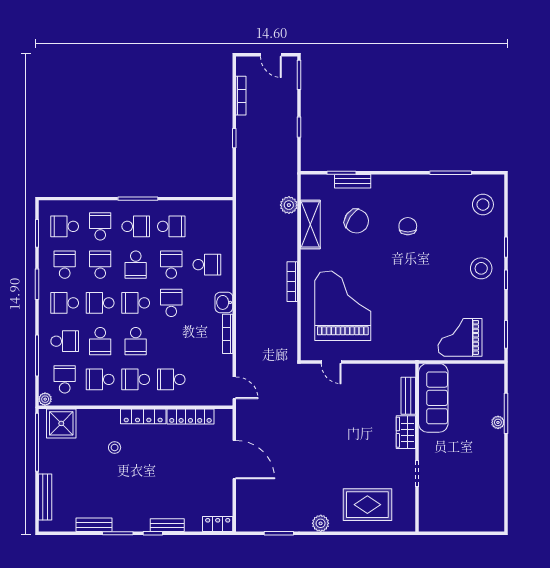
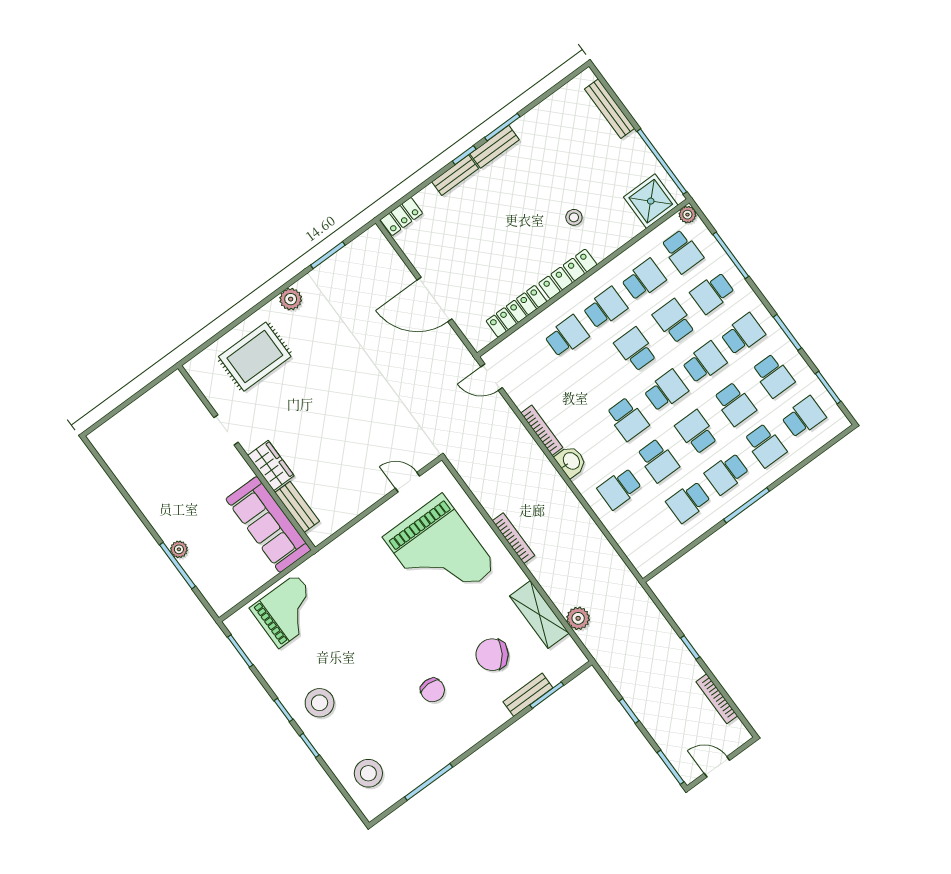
bench: (94, 525) -> (495, 147), moved

